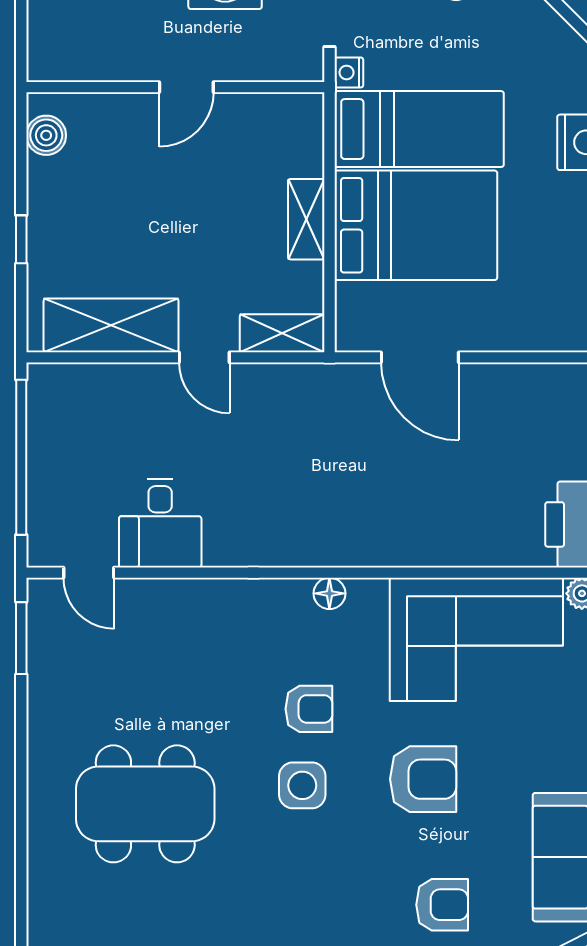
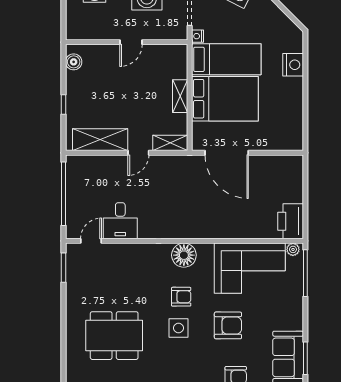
door: (204, 357) -> (138, 153), hinge flipped
door: (420, 357) -> (227, 153), width x1.36
door: (89, 573) -> (91, 241), swing flipped
floor lamp: (329, 593) -> (184, 255), width x1.89, depth x1.89

